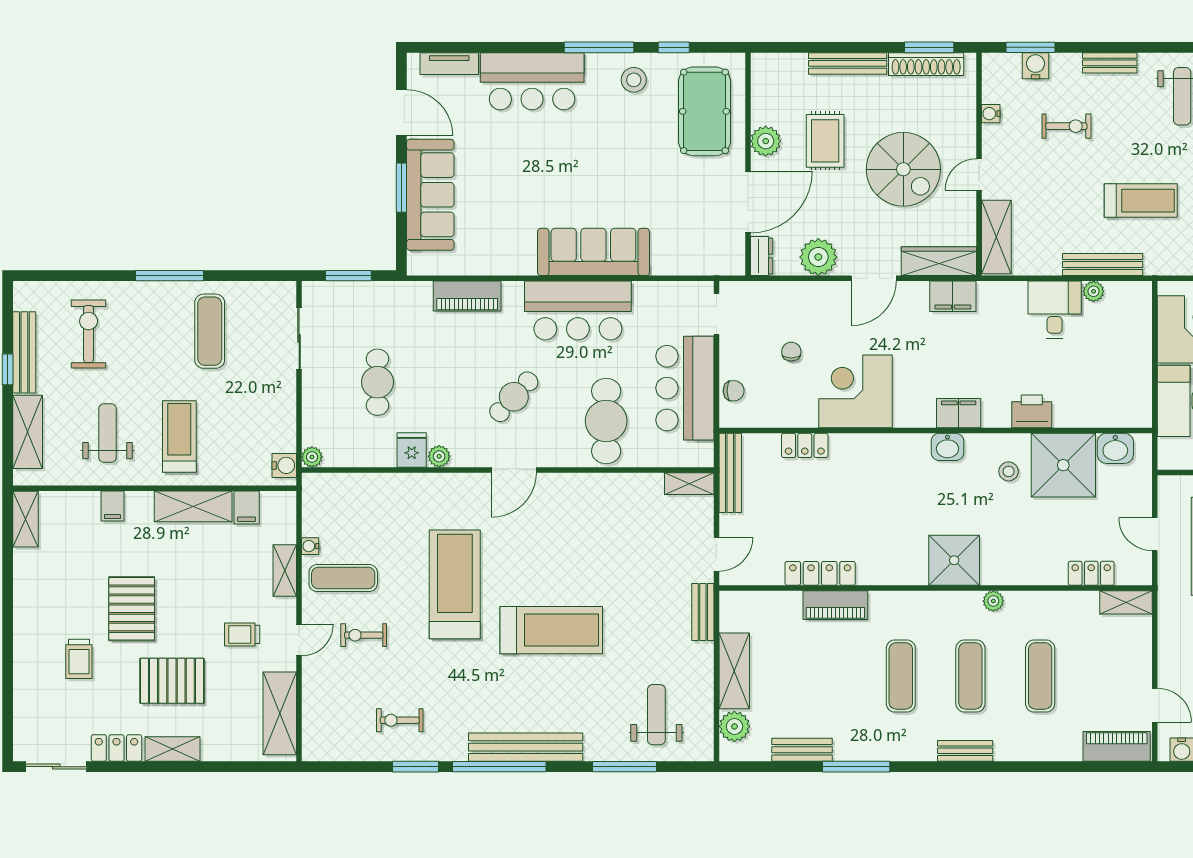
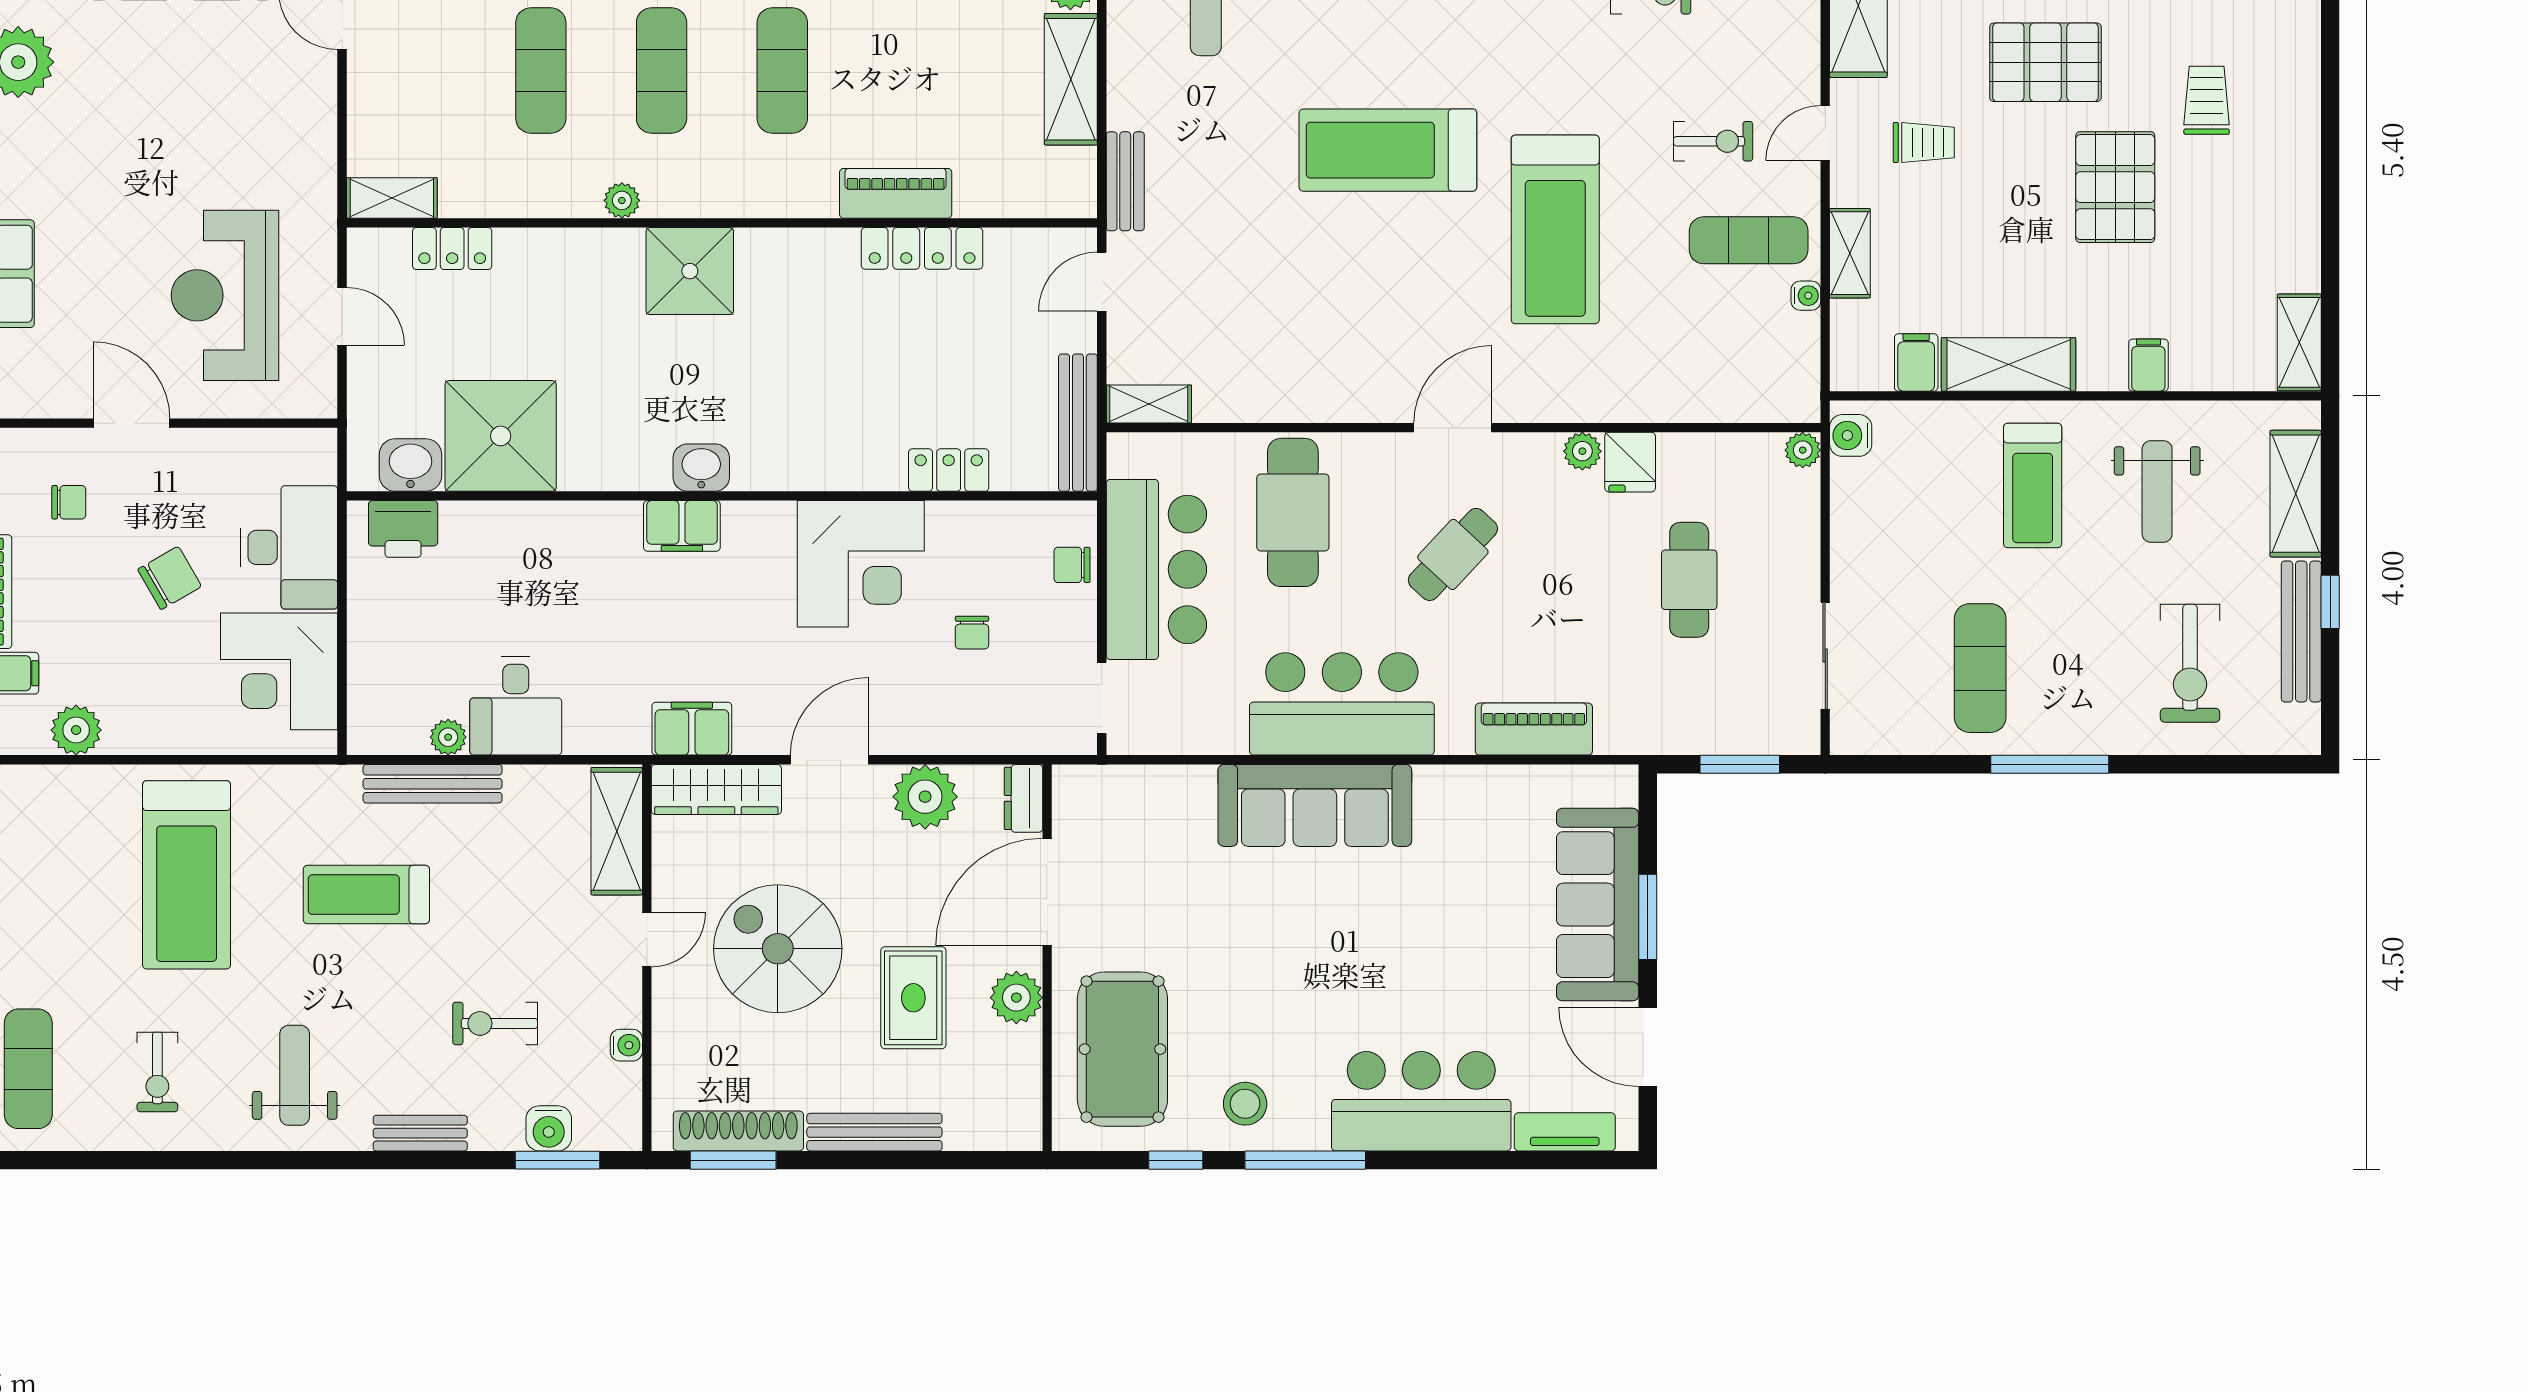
printer: (1032, 411) -> (403, 529), moved
stool: (1009, 471) -> (595, 425), removed

